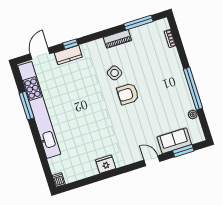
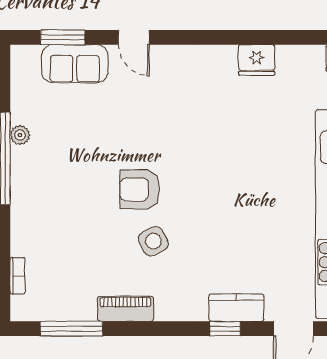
armchair: (128, 94) -> (140, 189), turned 180
plant: (193, 115) -> (20, 135), moved
fridge: (106, 164) -> (257, 60), moved

